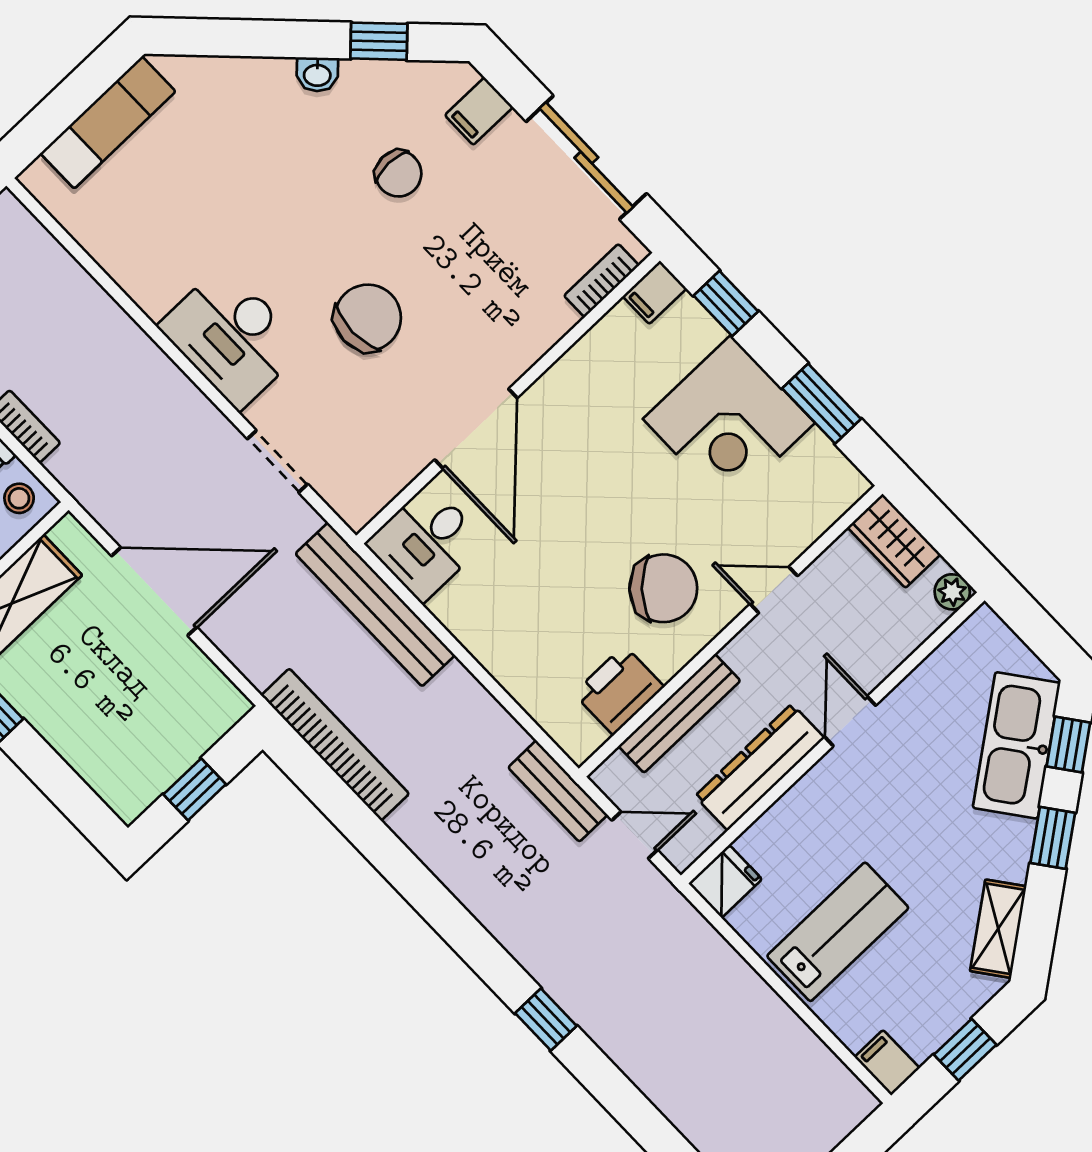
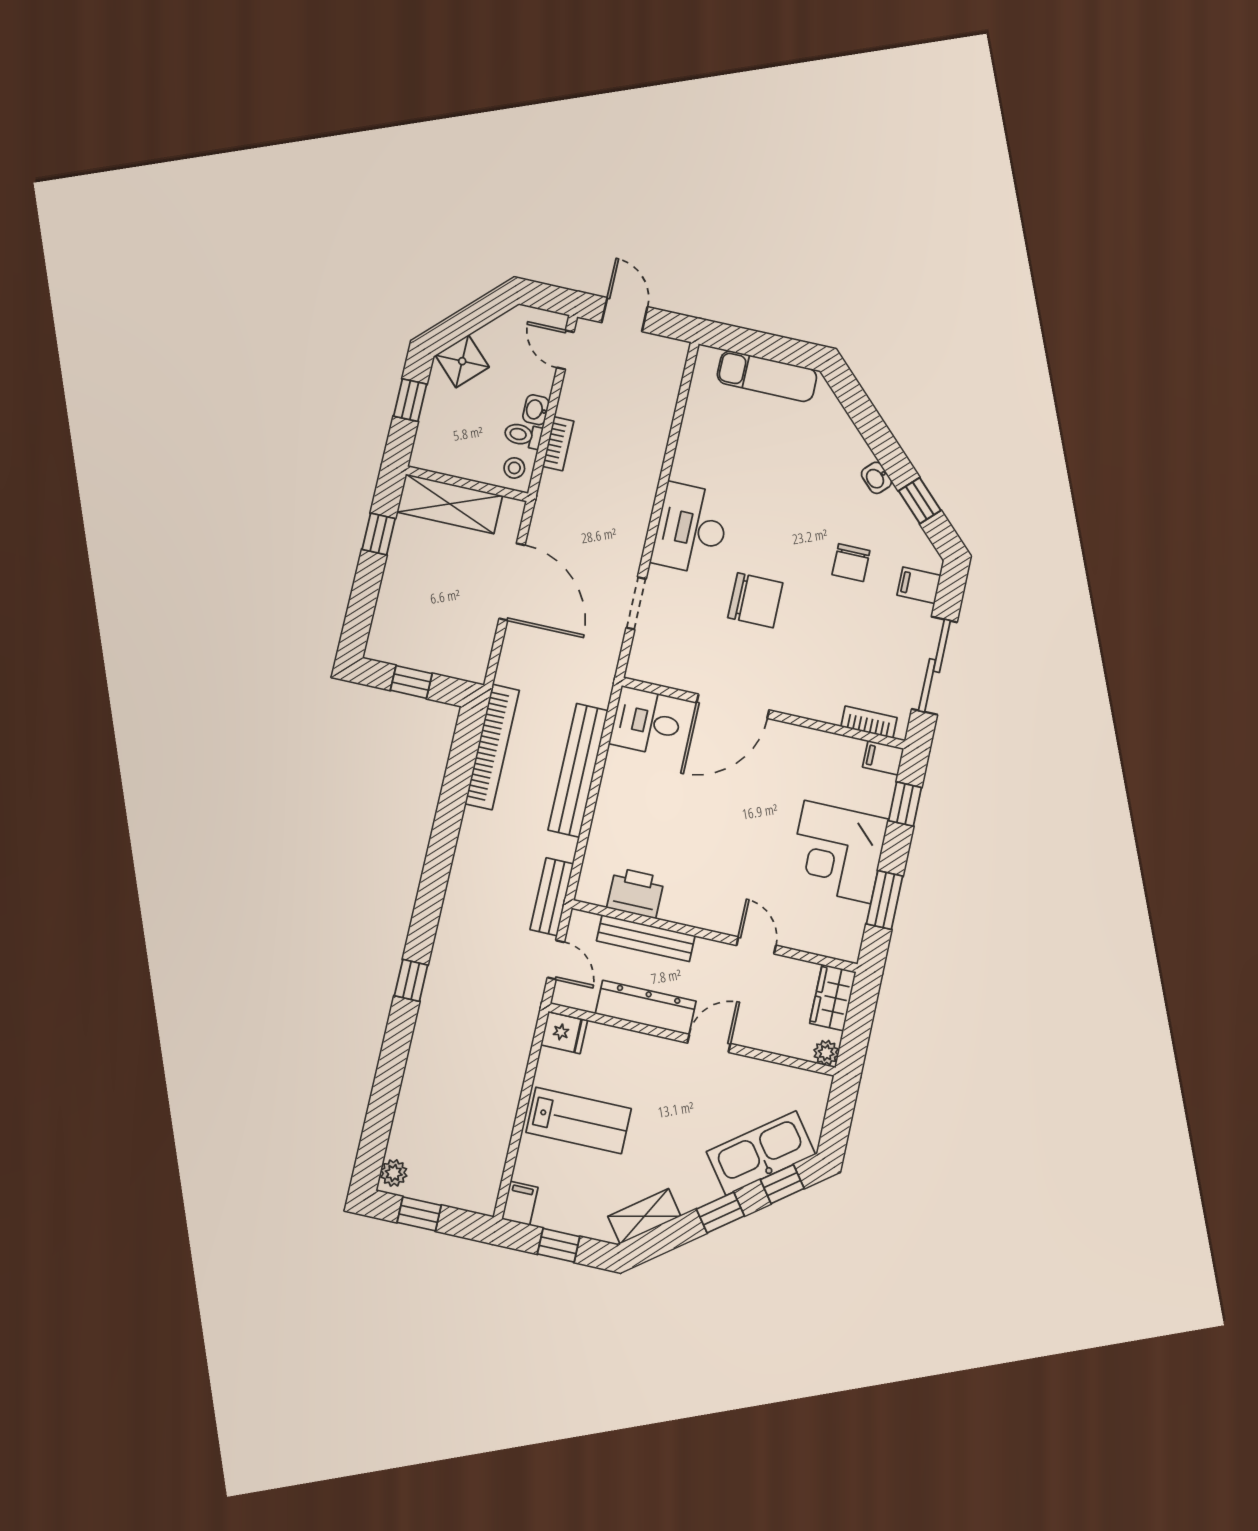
chair: (663, 588) -> (713, 879), removed
bench: (375, 604) -> (578, 770), moved

